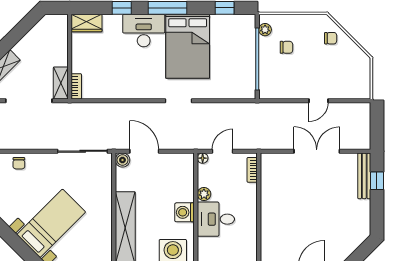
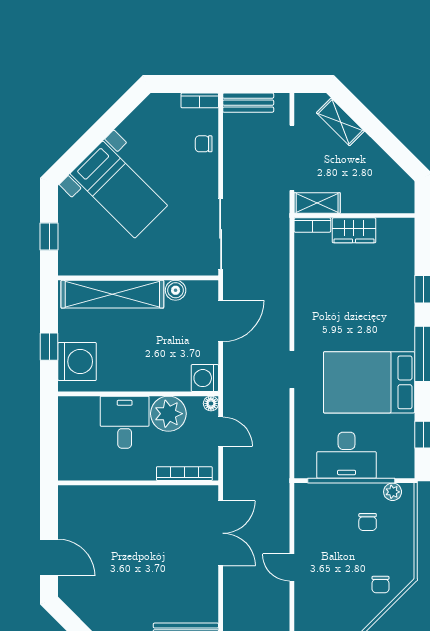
wardrobe: (87, 23) -> (354, 230), moved, turned -90
desk: (144, 31) -> (347, 455), moved, turned 90
double door: (317, 151) -> (221, 533), moved
boiler: (122, 160) -> (176, 290), moved
bookcase: (252, 170) -> (184, 474), width x1.56
plant: (204, 194) -> (168, 414), width x1.87, depth x1.87
washing machine: (185, 212) -> (205, 378), moved, turned -90

